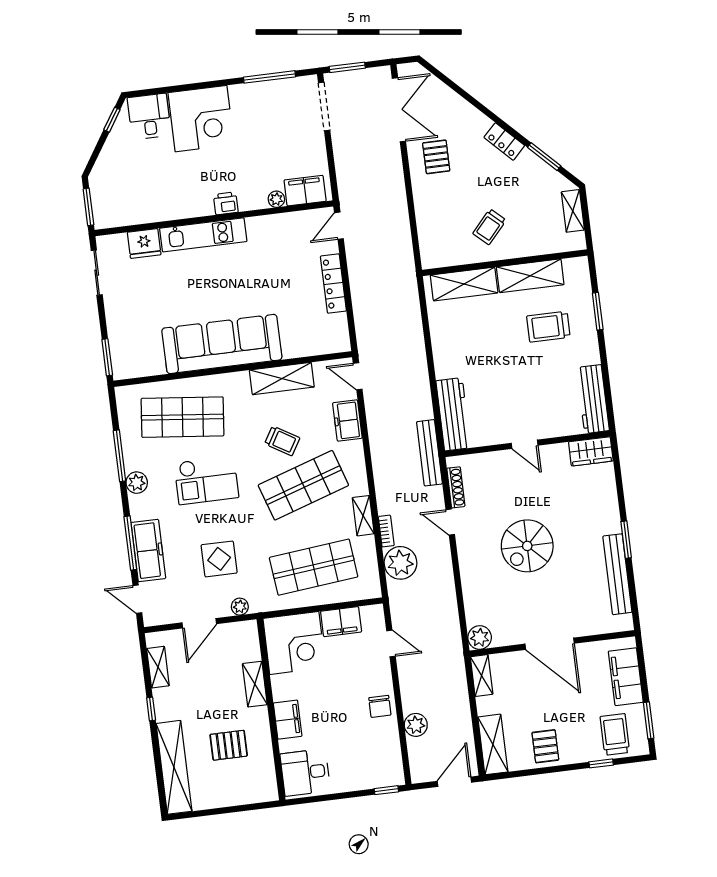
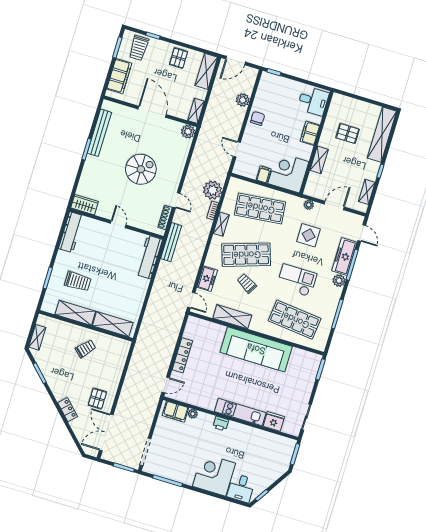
locker: (504, 141) -> (68, 410), moved
plant: (137, 483) -> (339, 281), moved
filing cabinet: (341, 622) -> (264, 175), width x0.50

